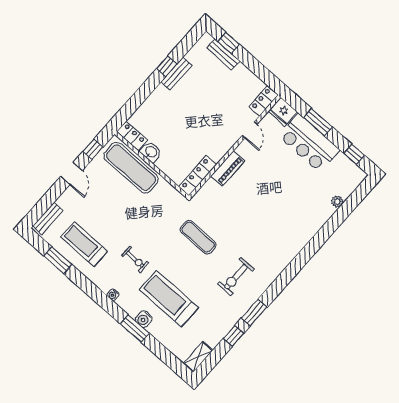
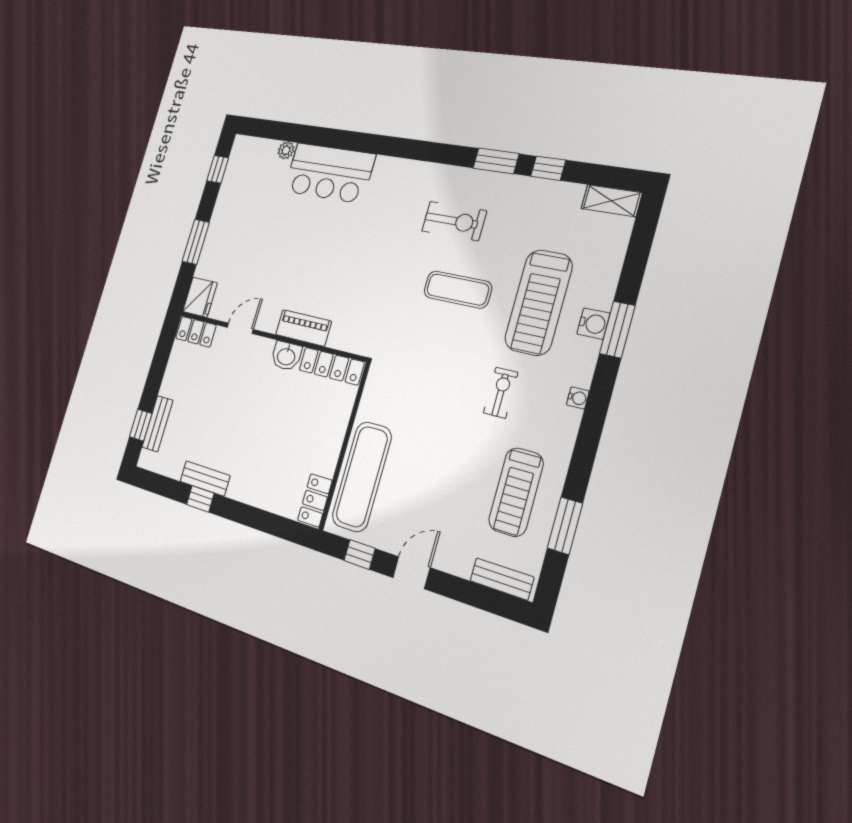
bar counter: (309, 143) -> (329, 173), moved, turned 90
washbasin: (151, 152) -> (286, 356), moved, turned -90
exercise mat: (198, 237) -> (458, 290), moved, turned 90

